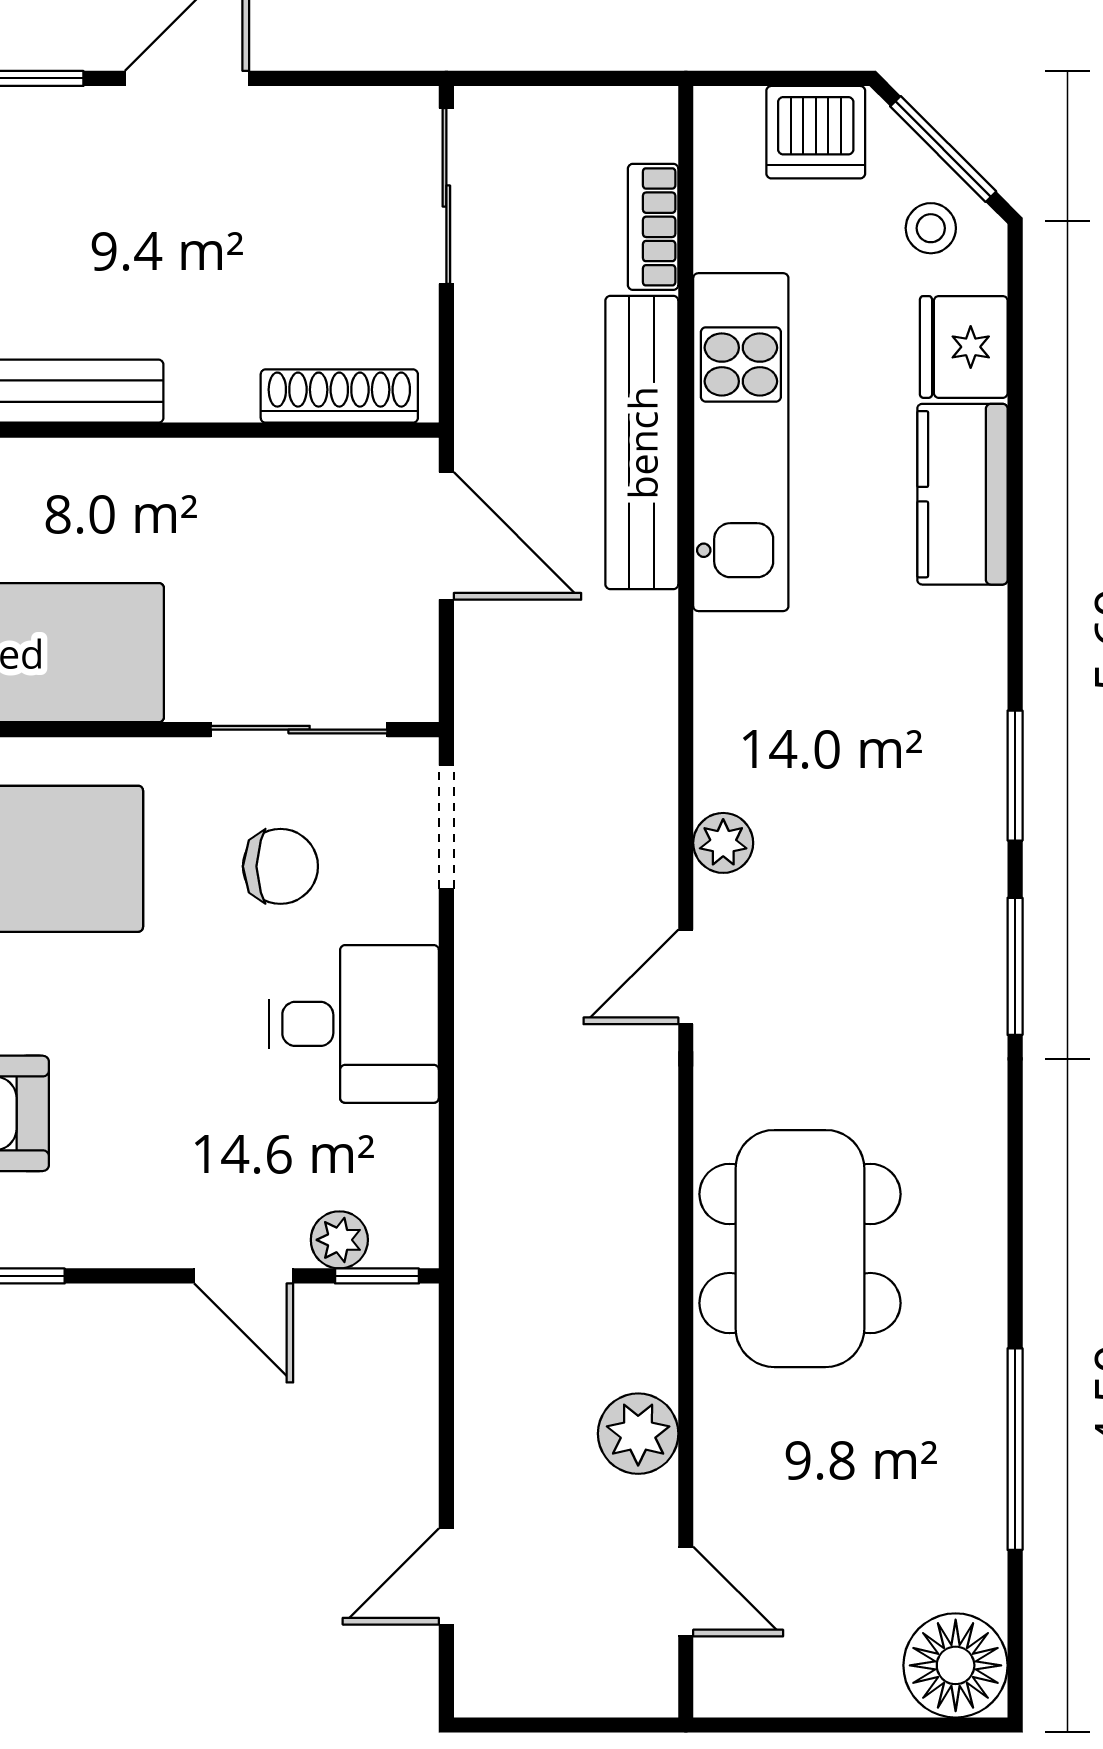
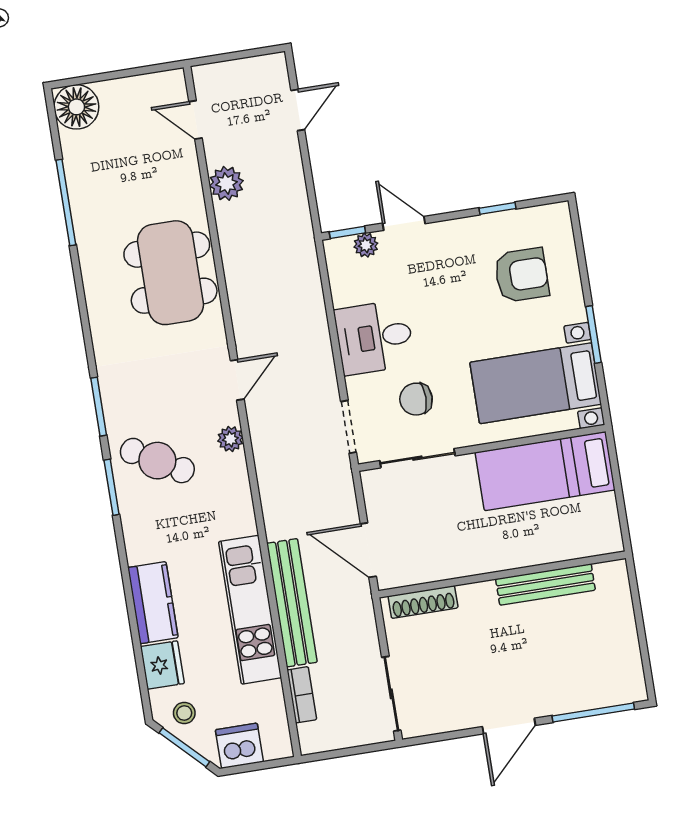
cafe table: (900, 820) -> (157, 461), added

